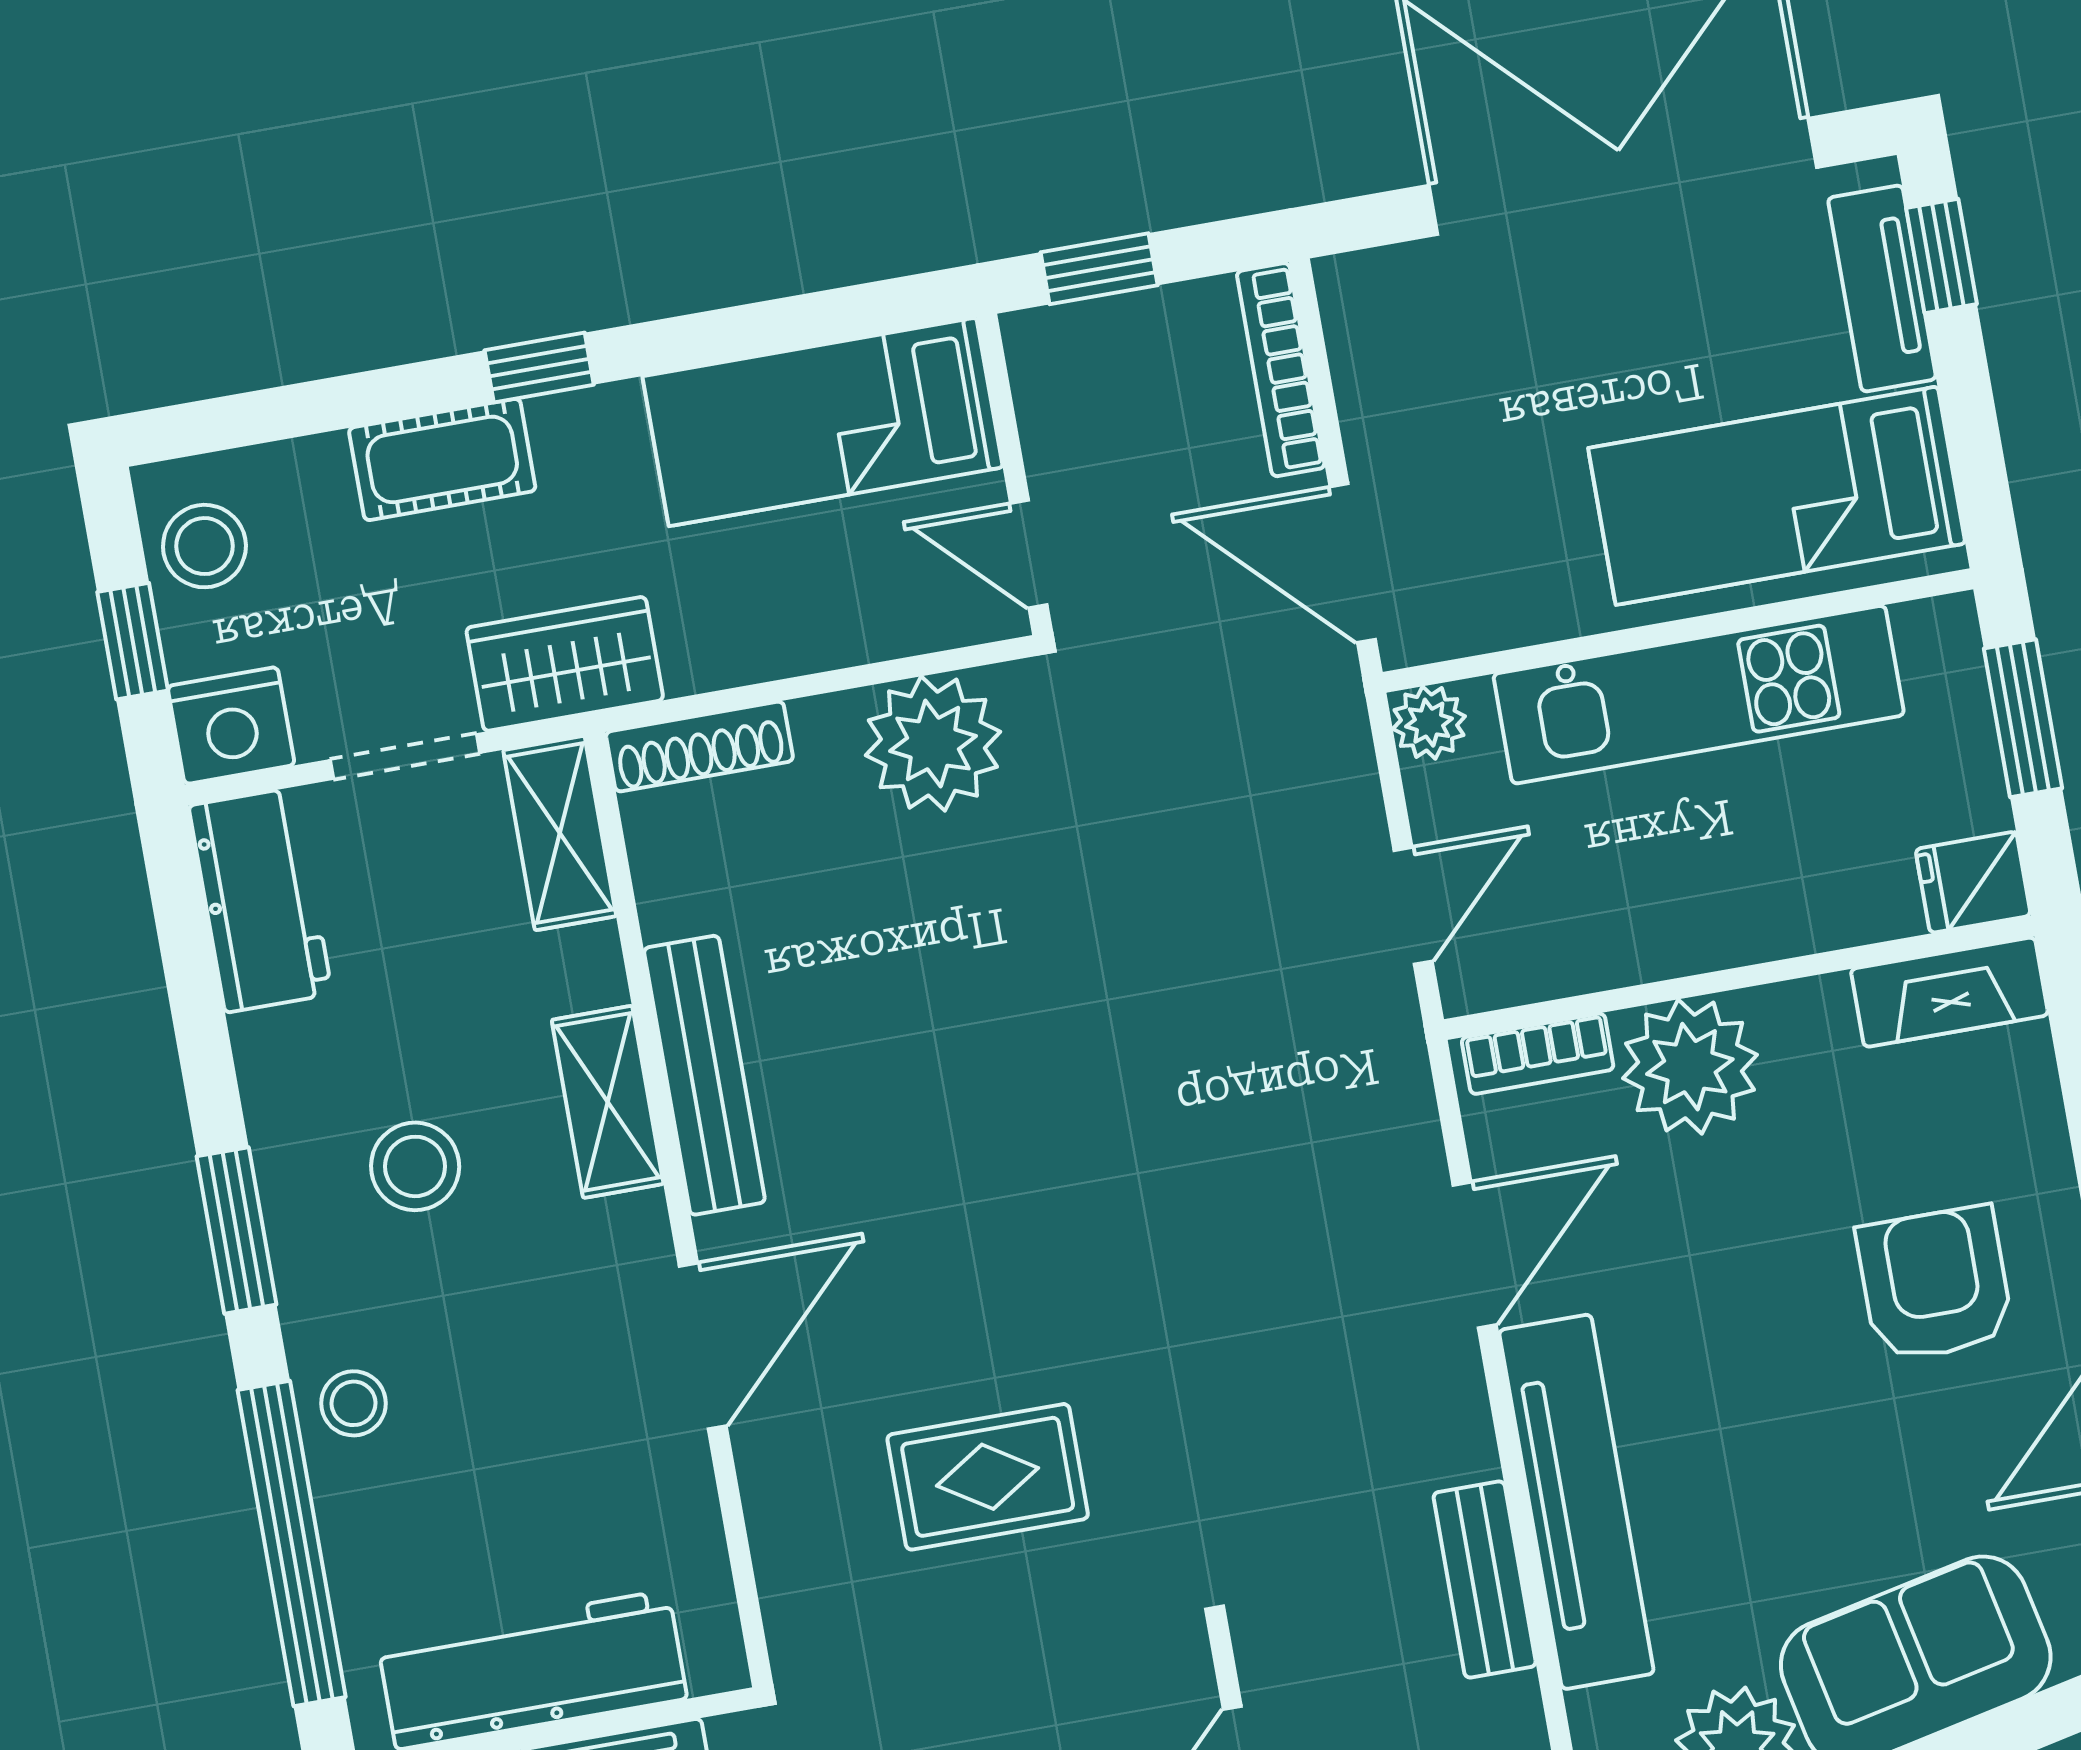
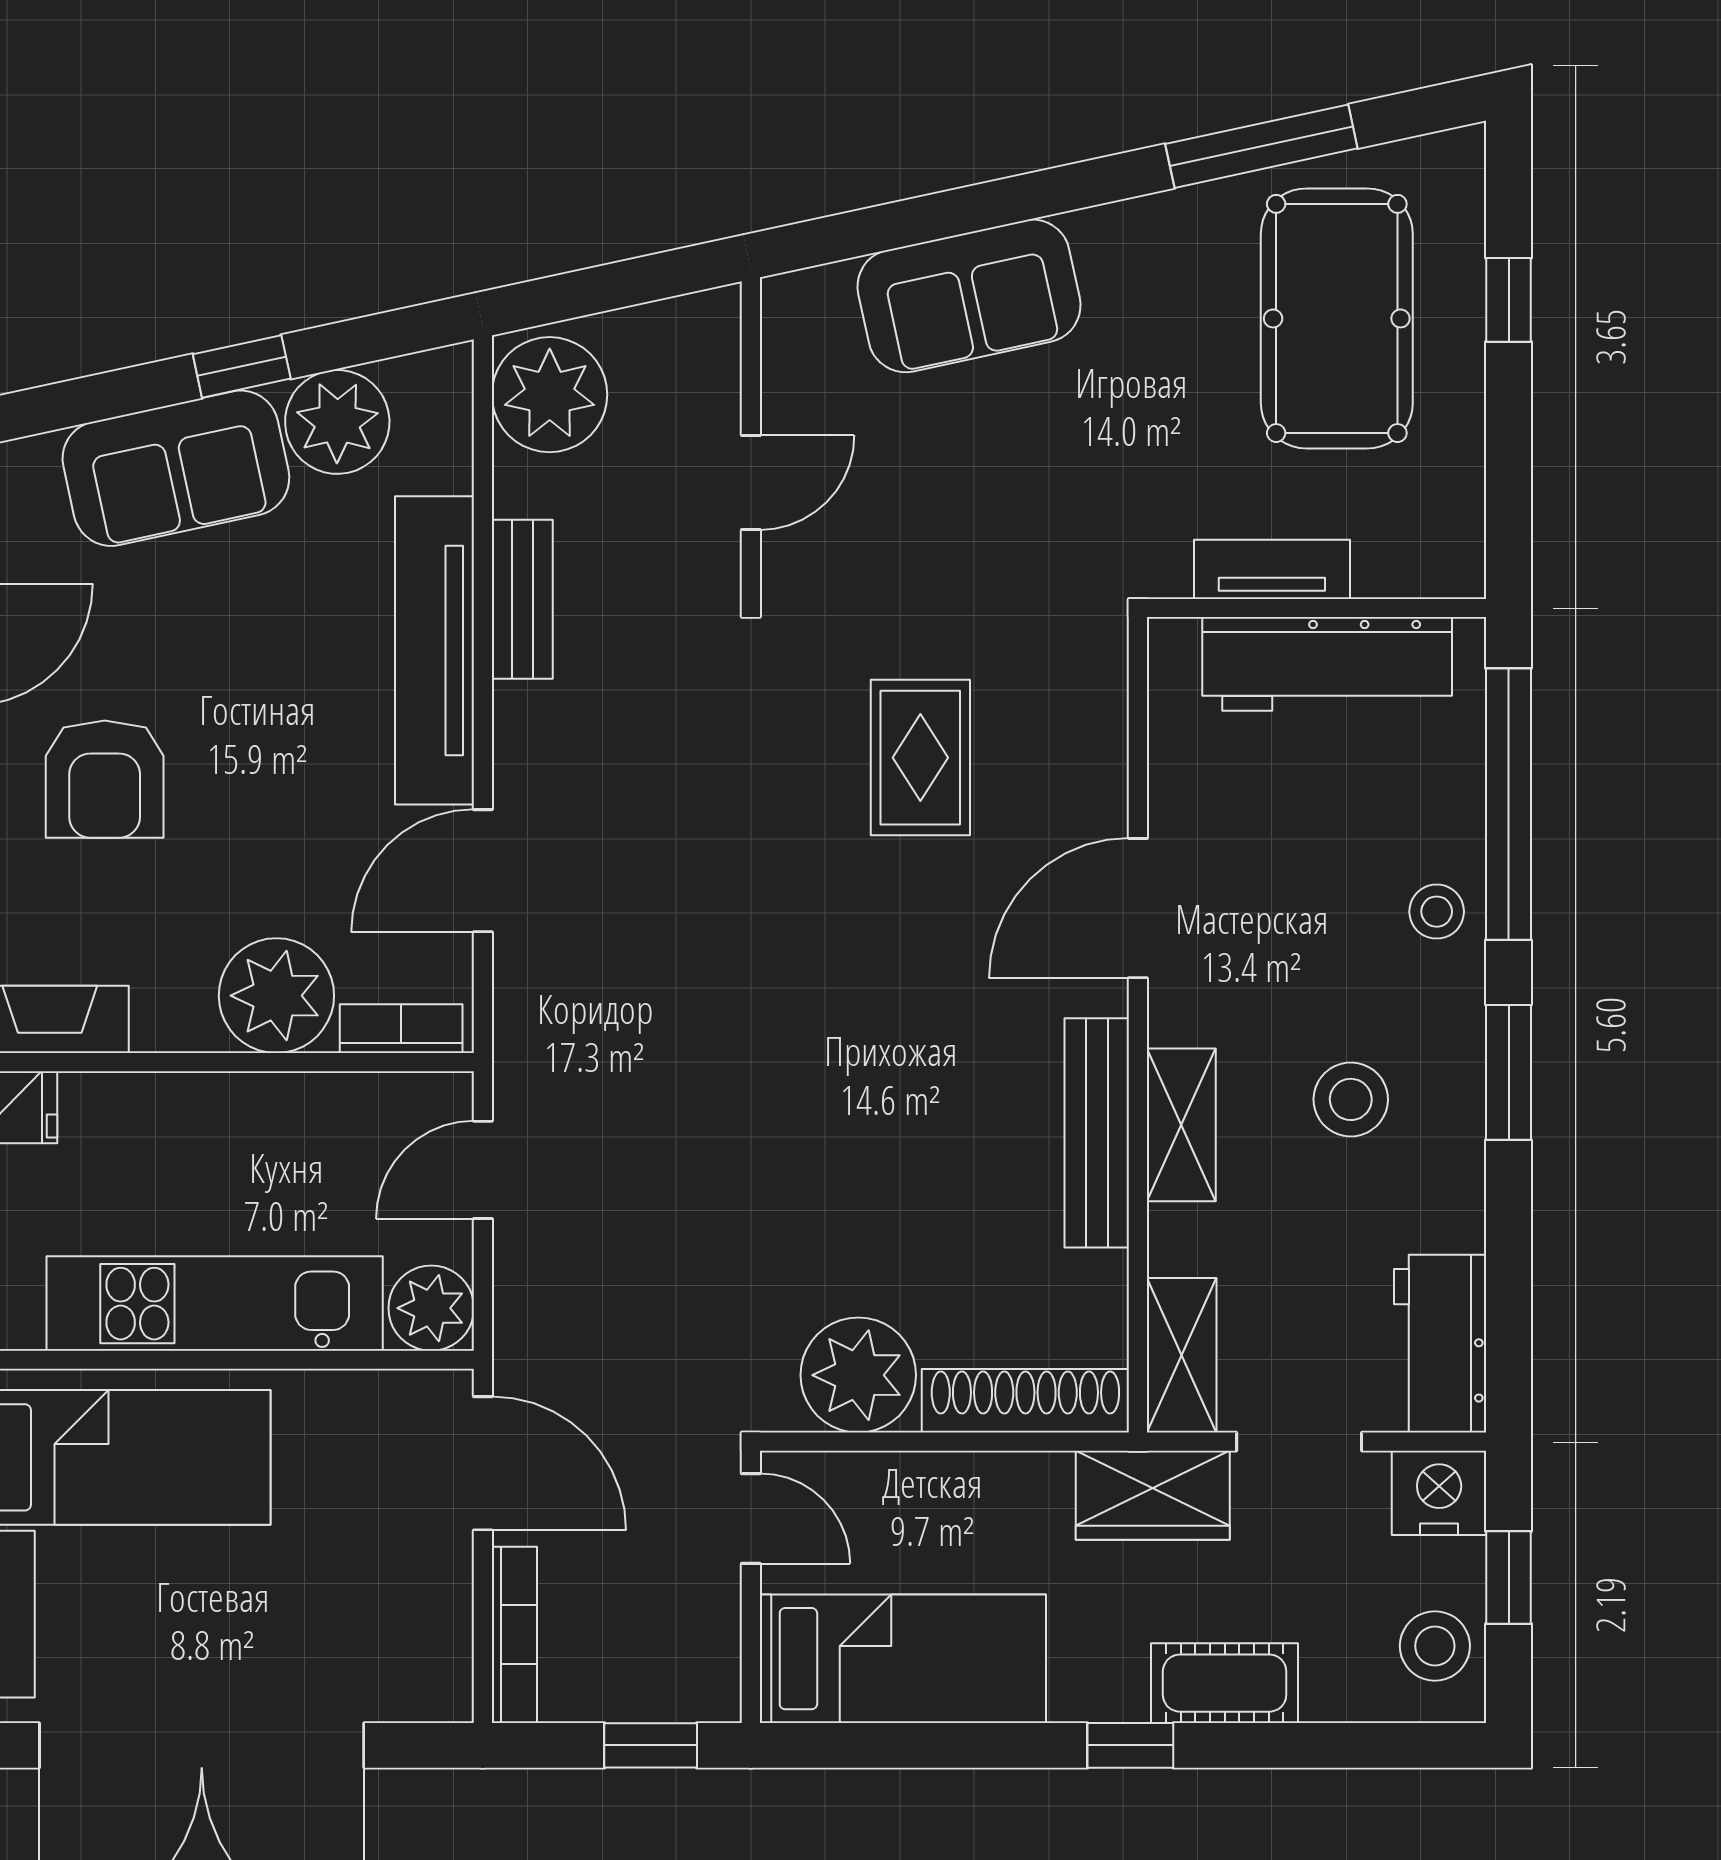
plant: (1429, 723) -> (431, 1308), width x1.38, depth x1.38
shoe rack: (699, 746) -> (1025, 1401), width x1.36, depth x1.24
rug: (988, 1477) -> (920, 758), turned 90

